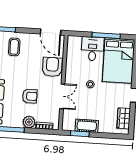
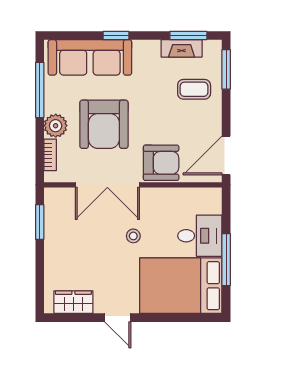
armchair: (30, 96) -> (104, 124), width x1.88, depth x1.88
double door: (62, 96) -> (107, 185), width x1.37
cot: (87, 126) -> (55, 234), removed

